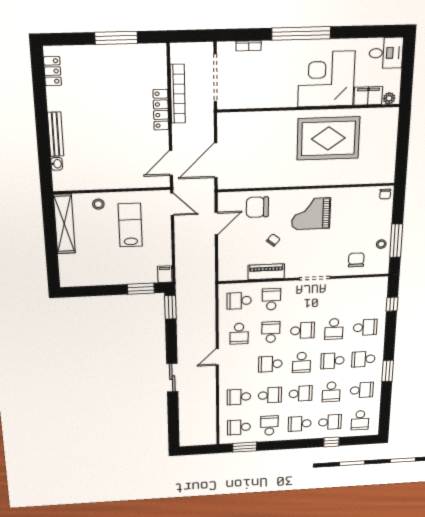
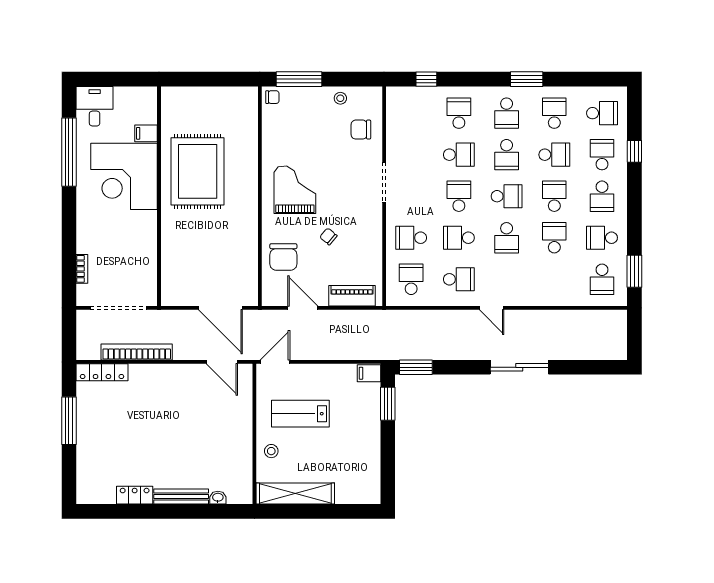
window: (301, 33) -> (69, 152), moved
locker: (52, 71) -> (135, 495), moved
filing cabinet: (368, 96) -> (146, 133), width x0.50
plant: (389, 98) -> (150, 99), removed
locker: (161, 110) -> (102, 372), moved
grand piano: (311, 214) -> (295, 190), turned 180
window: (396, 241) -> (299, 79), moved
piano: (266, 272) -> (352, 296), moved, turned 90
school desk: (239, 301) -> (411, 279), turned 180
sliding door: (172, 378) -> (519, 367), width x1.37
school desk: (239, 397) -> (554, 279), removed

